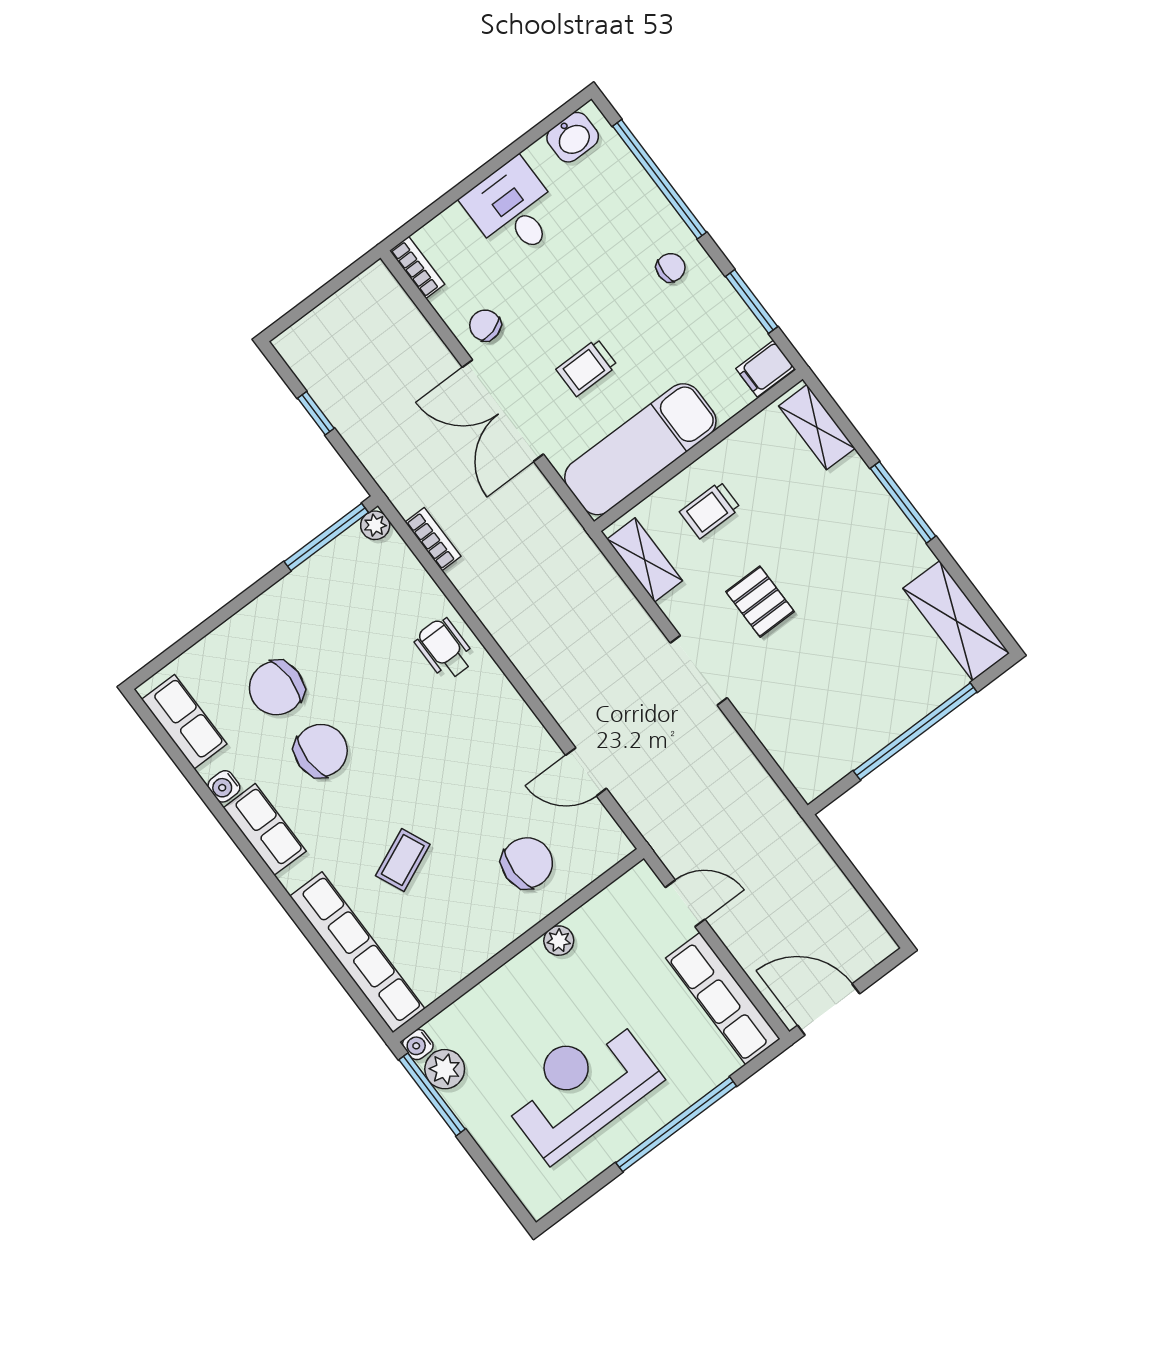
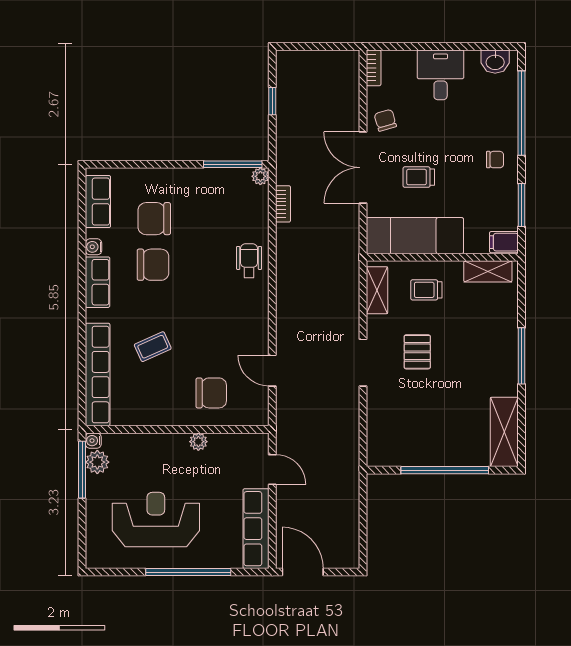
shelving: (817, 427) -> (488, 271), moved, turned 90

